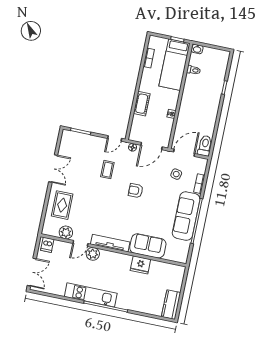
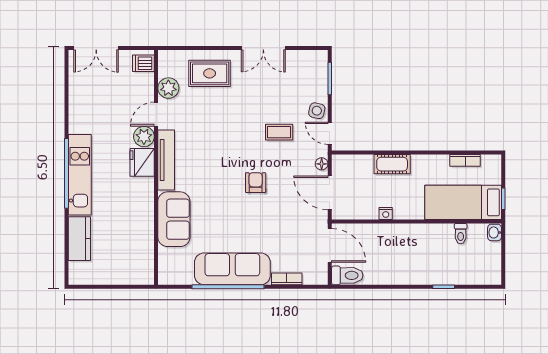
side table: (176, 174) -> (317, 111), moved
door: (80, 243) -> (156, 114), hinge flipped
fridge: (140, 265) -> (142, 162), moved
kitchen unit: (91, 295) -> (80, 175), moved
kitchen counter: (171, 305) -> (79, 239), moved, turned 90

